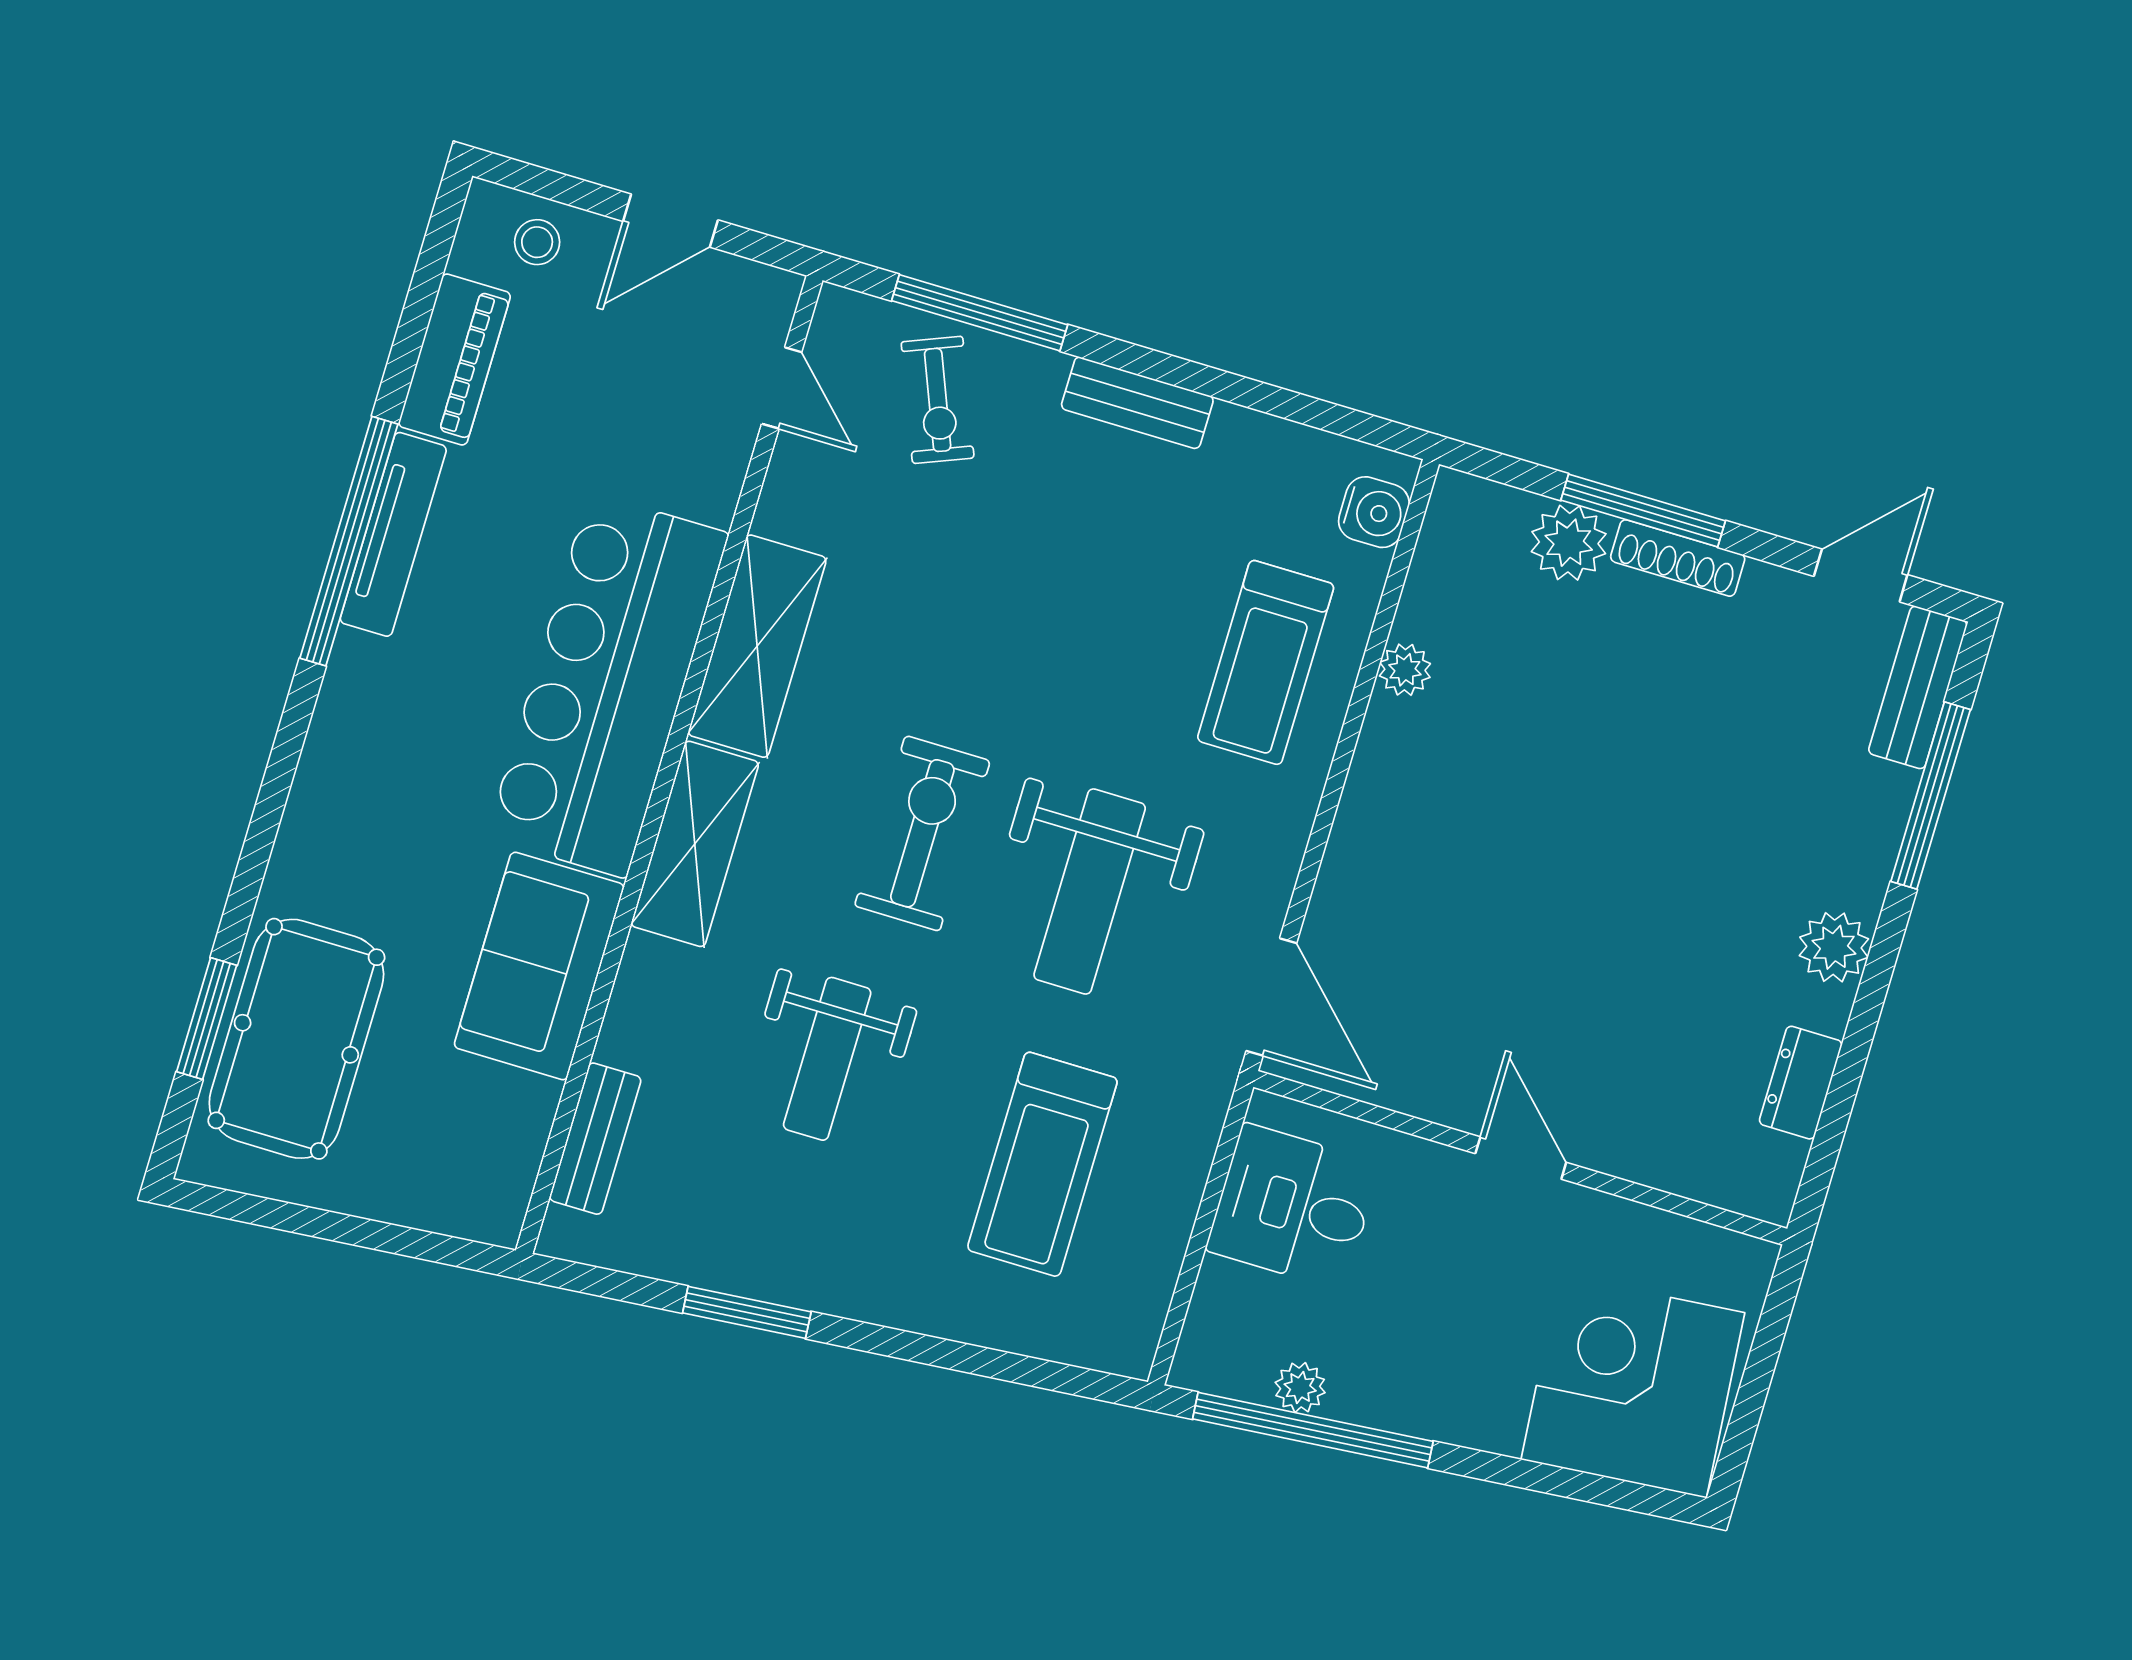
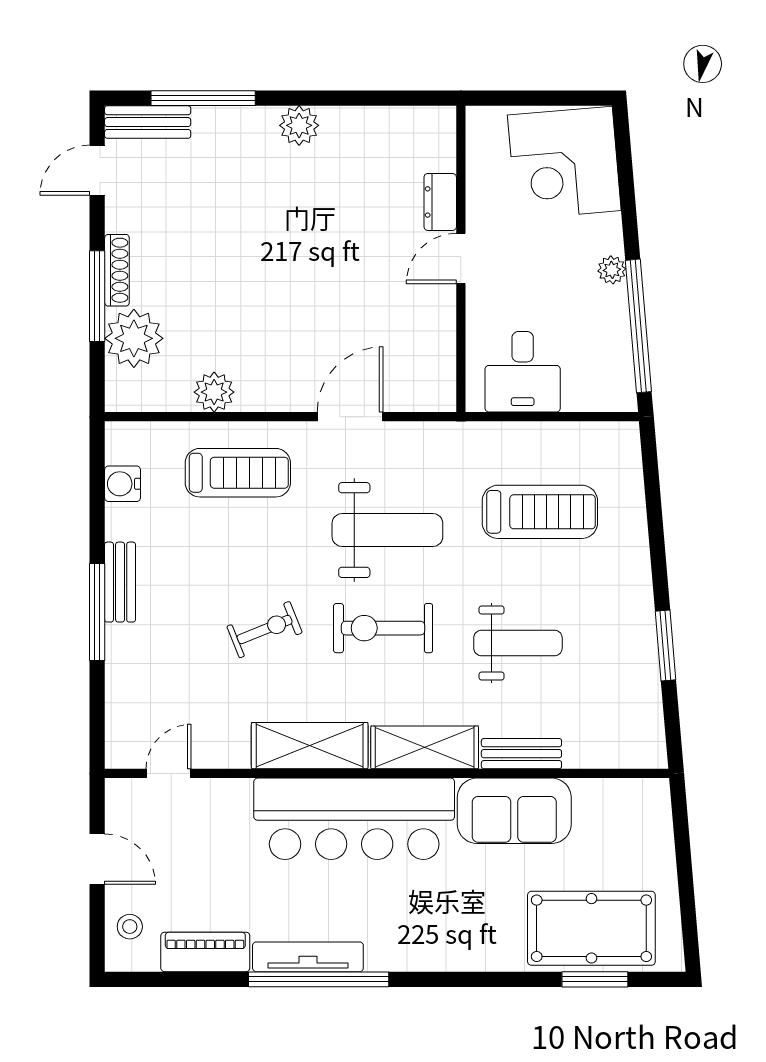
window: (980, 313) -> (97, 612), moved
exercise bike: (938, 400) -> (265, 630), moved
water cooler: (1374, 512) -> (123, 484), moved, turned -90
plant: (1569, 543) -> (134, 338), width x1.36, depth x1.36
door: (1861, 575) -> (97, 170), hinge flipped
plant: (1405, 670) -> (214, 392), width x1.38, depth x1.38
door: (1271, 997) -> (350, 417), moved
dresser: (1801, 1083) -> (440, 202), moved, turned 90
bench: (595, 1139) -> (521, 754), moved
plant: (1300, 1387) -> (612, 270), moved

